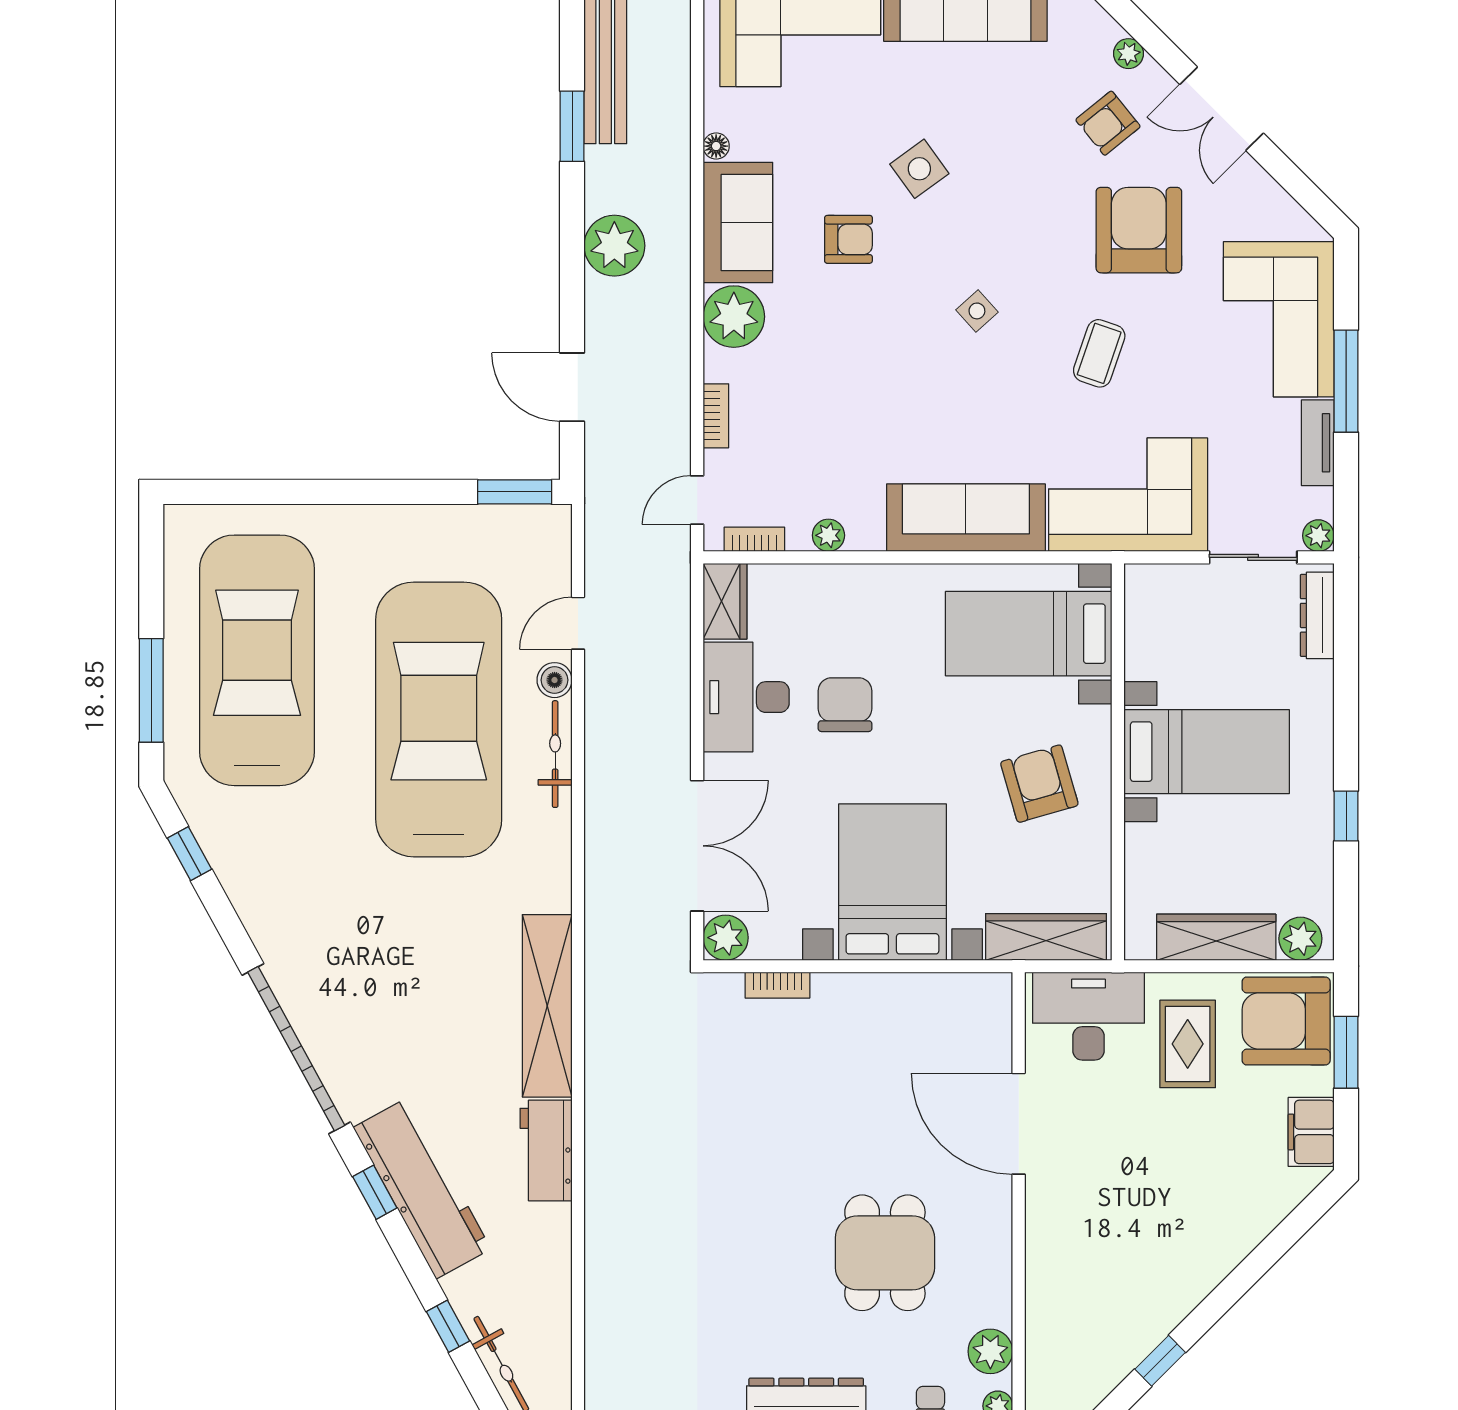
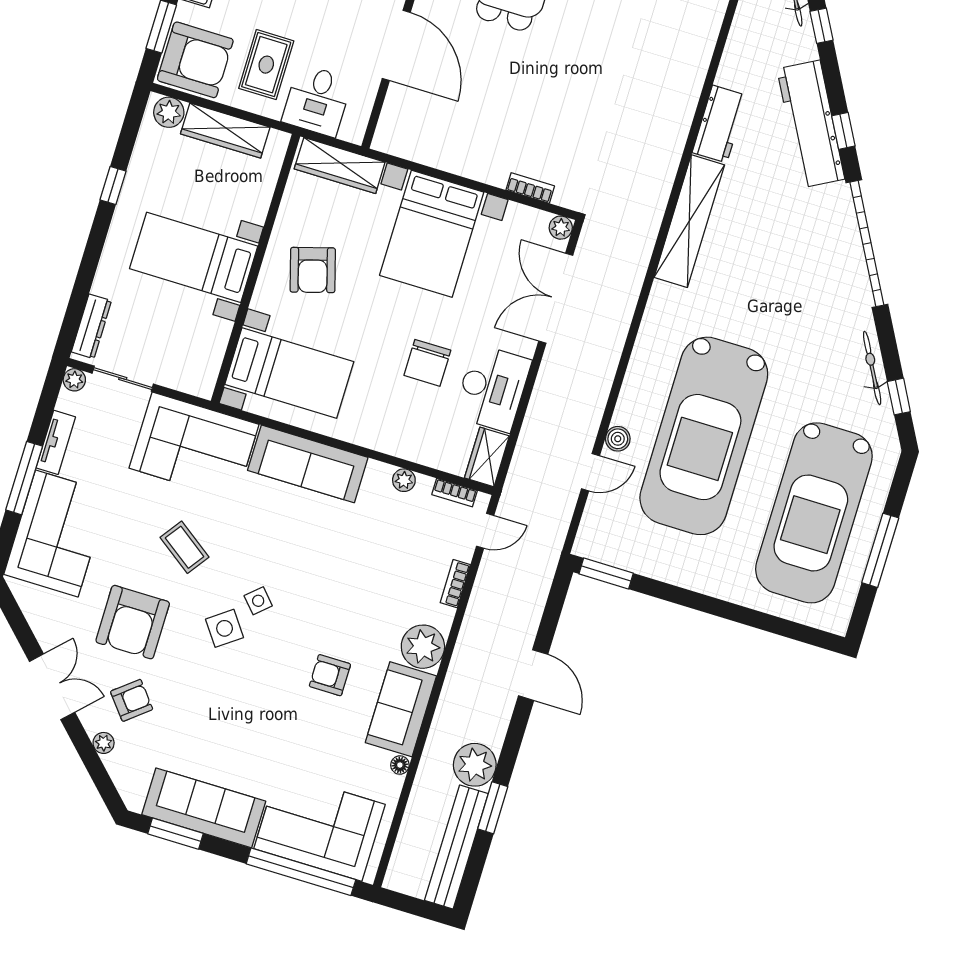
side table: (919, 169) -> (225, 628), moved
plant: (614, 246) -> (475, 765), moved
coffee table: (1099, 353) -> (185, 547), turned -73
door: (572, 387) -> (533, 675), moved
window: (151, 690) -> (880, 550), moved
bicycle: (555, 754) -> (872, 368), moved, turned 151
plant: (726, 938) -> (561, 228), width x0.73, depth x0.73
desk: (1088, 1016) -> (317, 100), width x0.73

